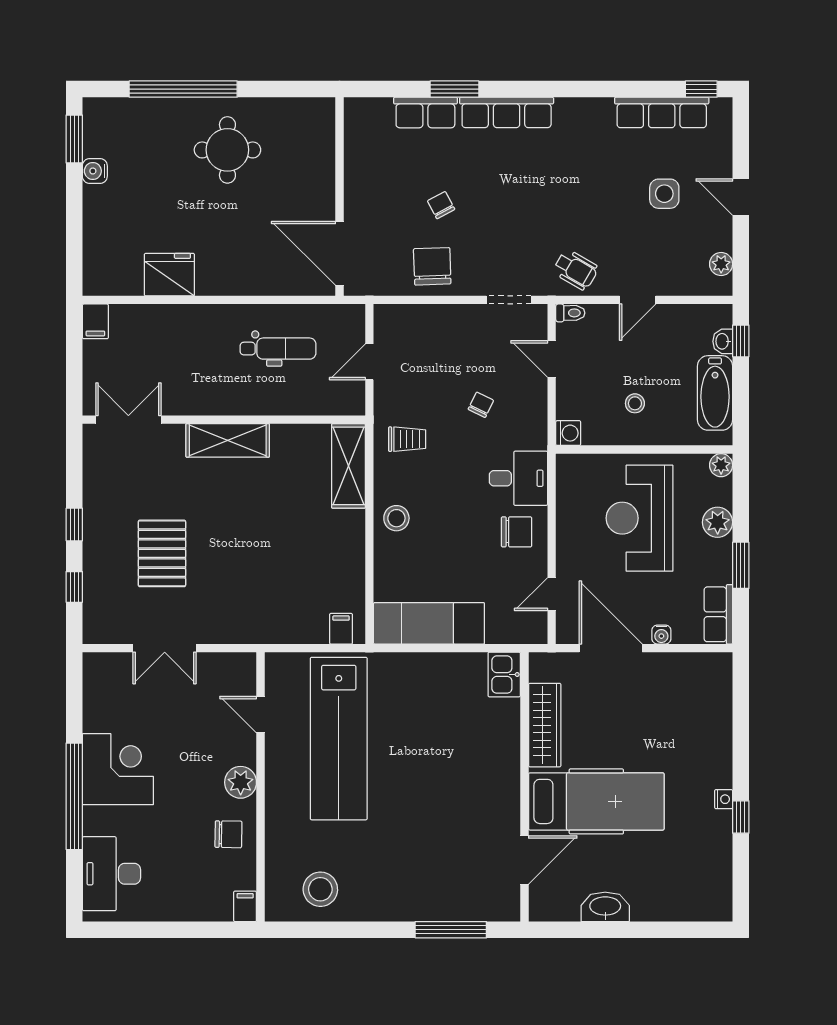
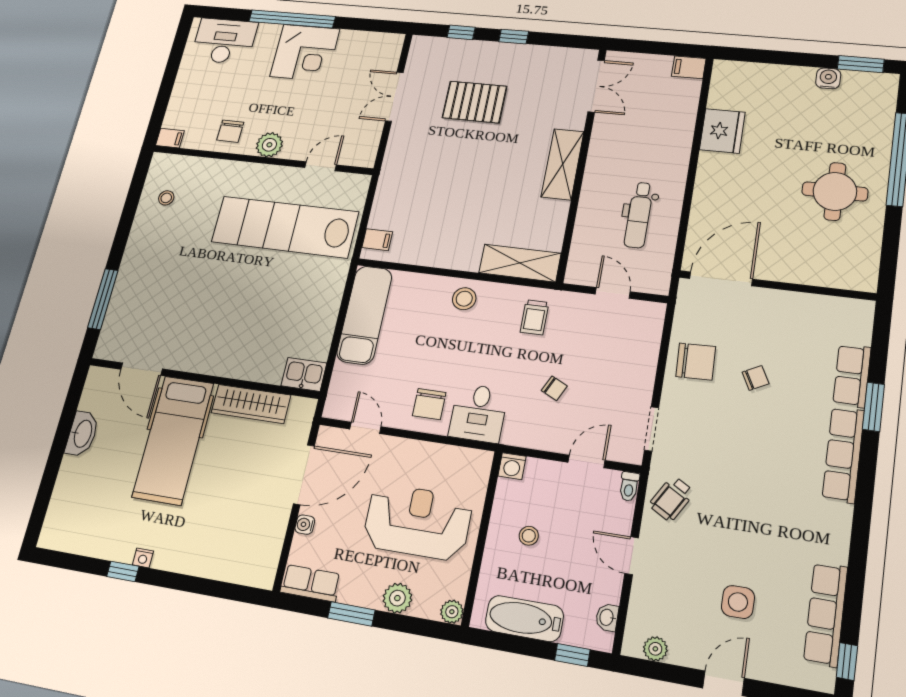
washbasin: (723, 341) -> (607, 617), moved, turned -90
stool: (320, 889) -> (166, 198), width x0.53, depth x0.53

